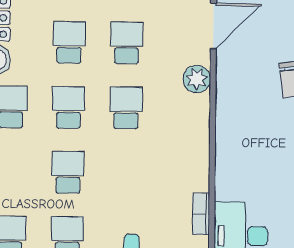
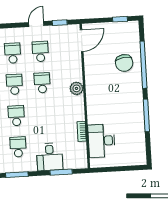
plant: (197, 79) -> (76, 88), moved

